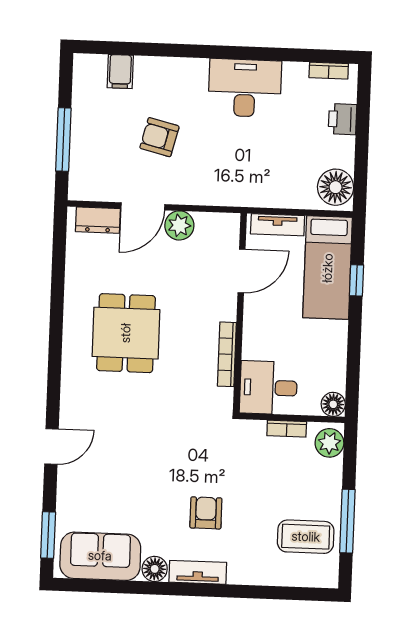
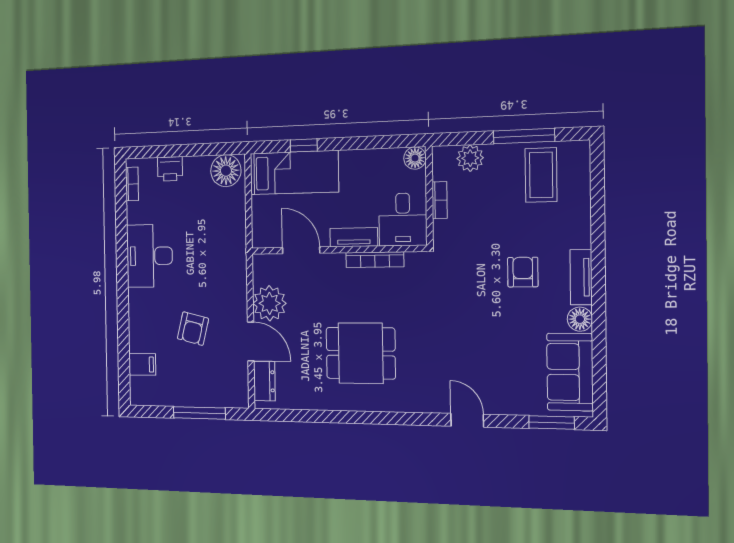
plant: (179, 225) -> (270, 303), width x1.36, depth x1.36
tv unit: (278, 225) -> (354, 237), moved, turned -90
plant: (329, 443) -> (470, 158), moved
armchair: (206, 513) -> (523, 272), turned 90

